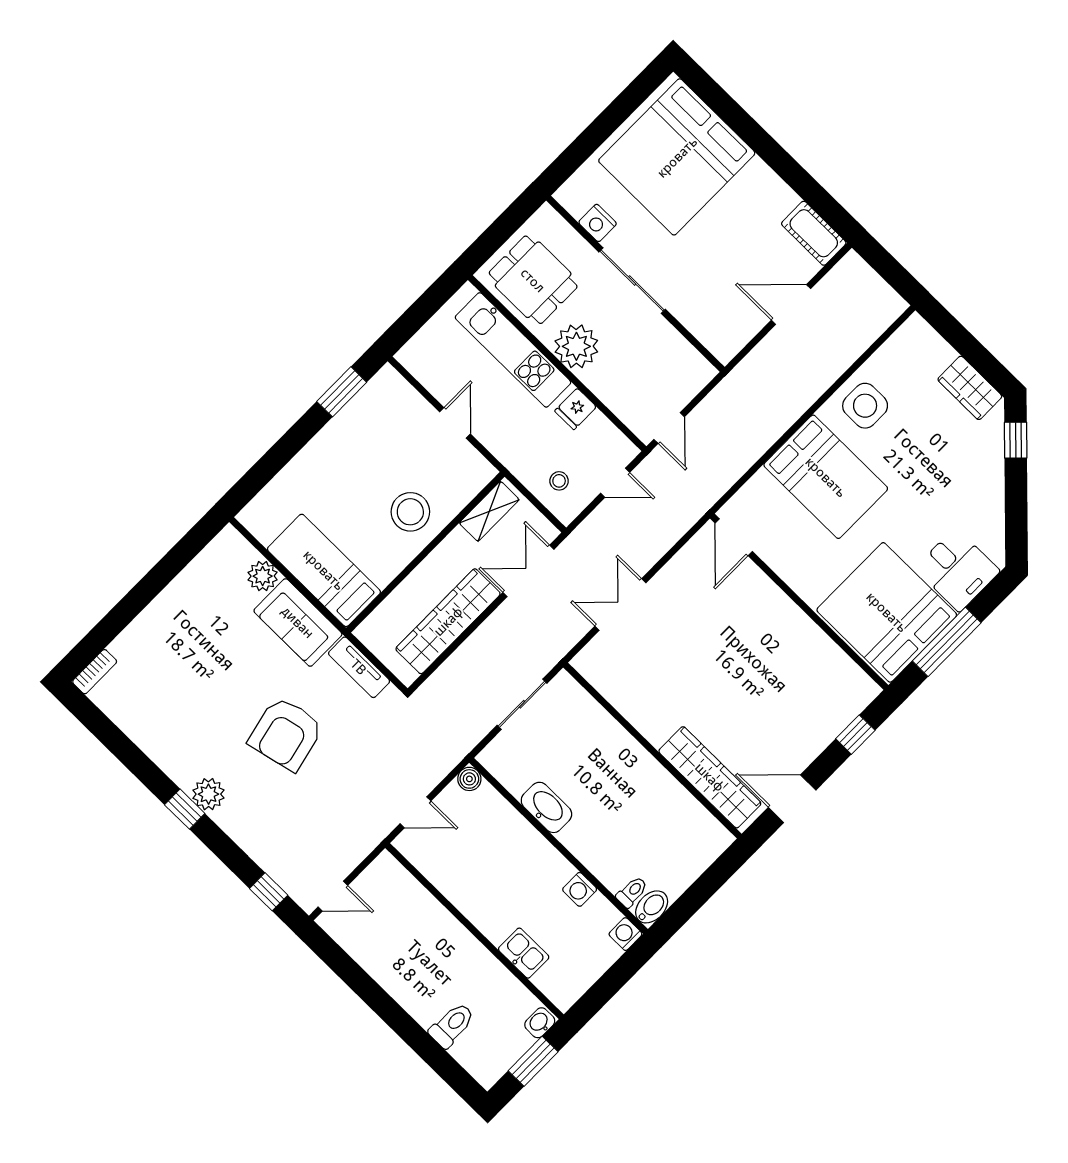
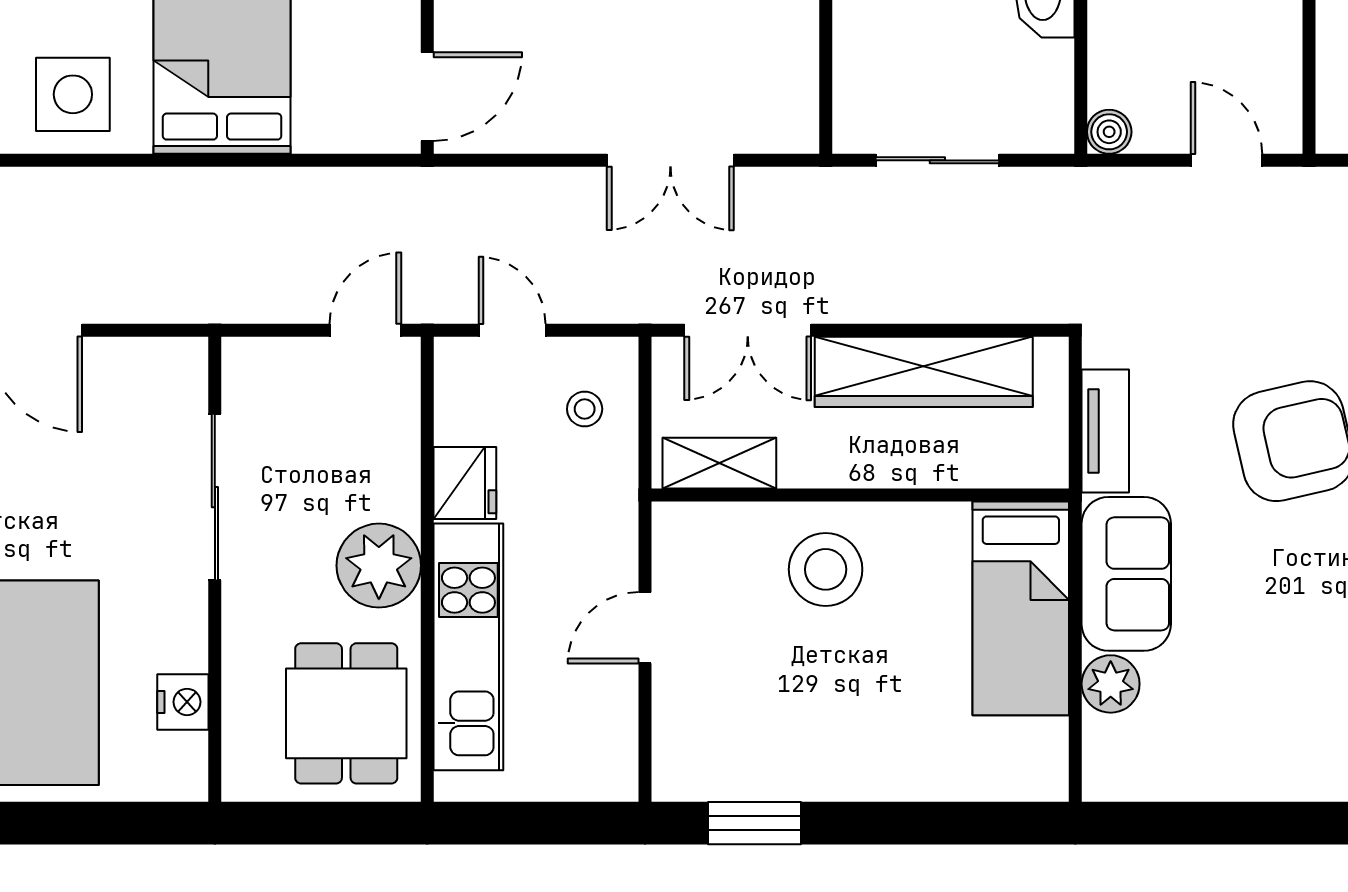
sliding door: (632, 281) -> (215, 497), moved
fridge: (576, 409) -> (465, 483), width x1.38

